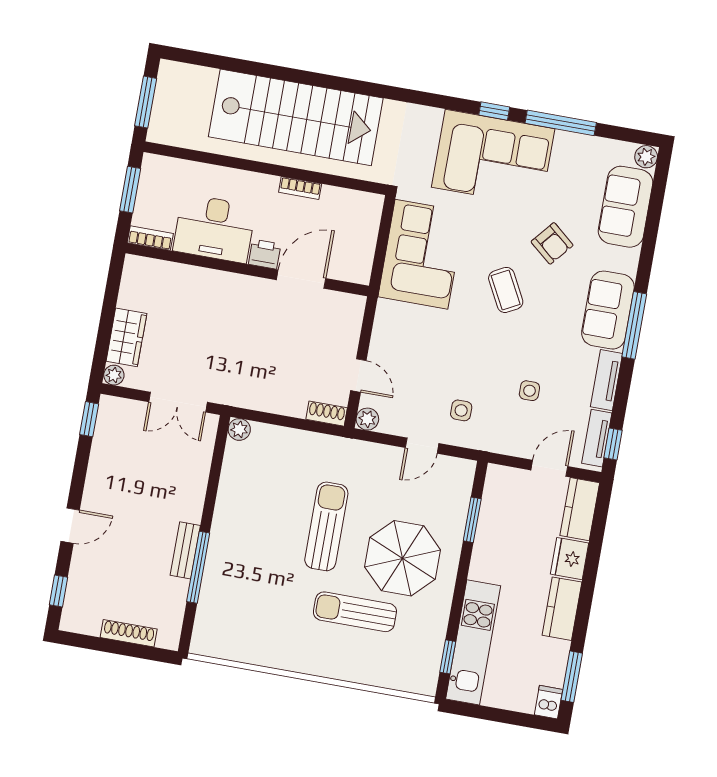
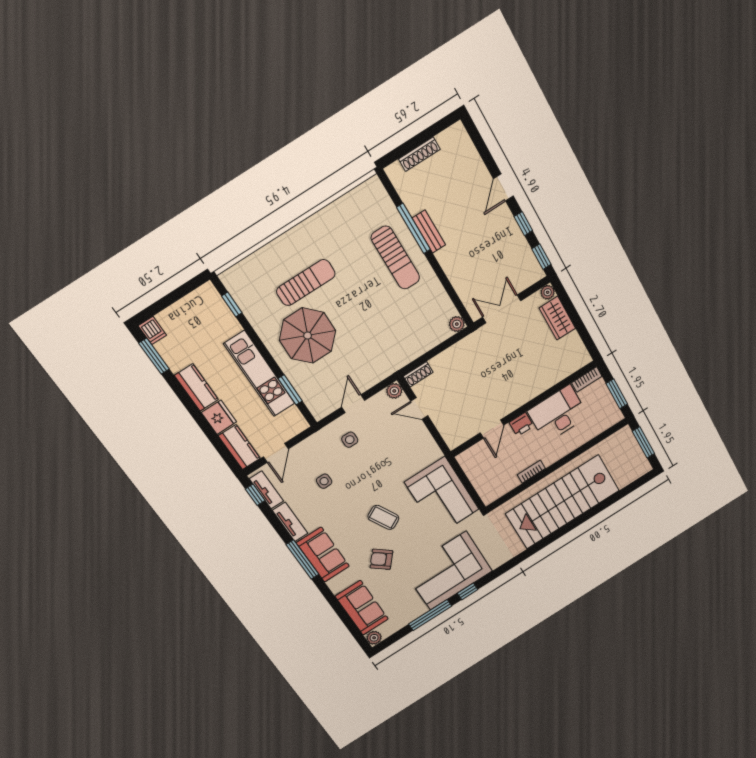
door: (301, 279) -> (492, 429), width x0.73
sun lounger: (326, 526) -> (395, 258), moved
window: (59, 591) -> (523, 224), moved
kitchen unit: (473, 642) -> (259, 374), moved

